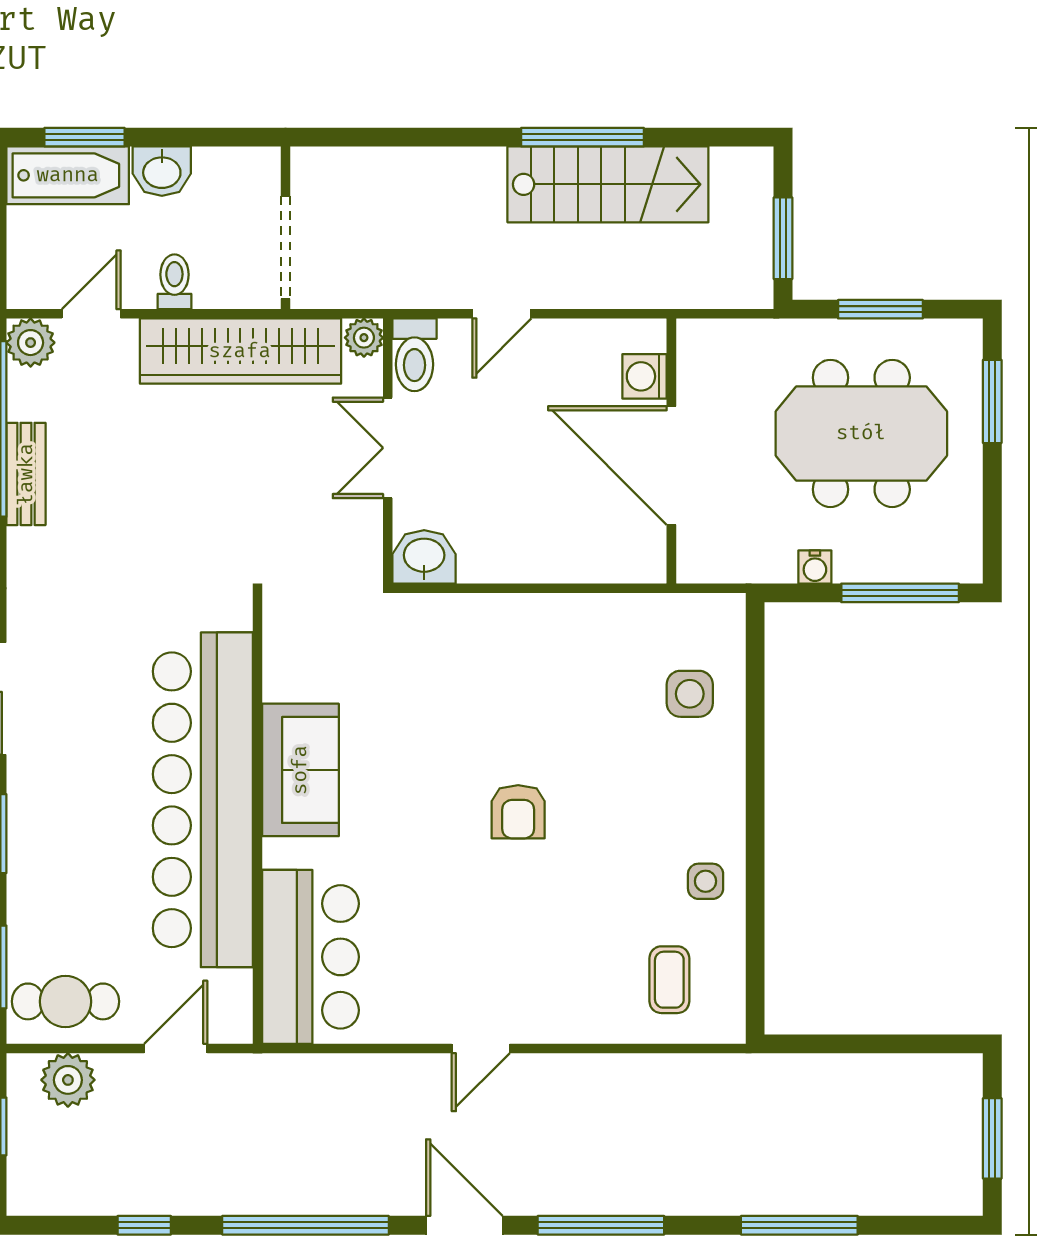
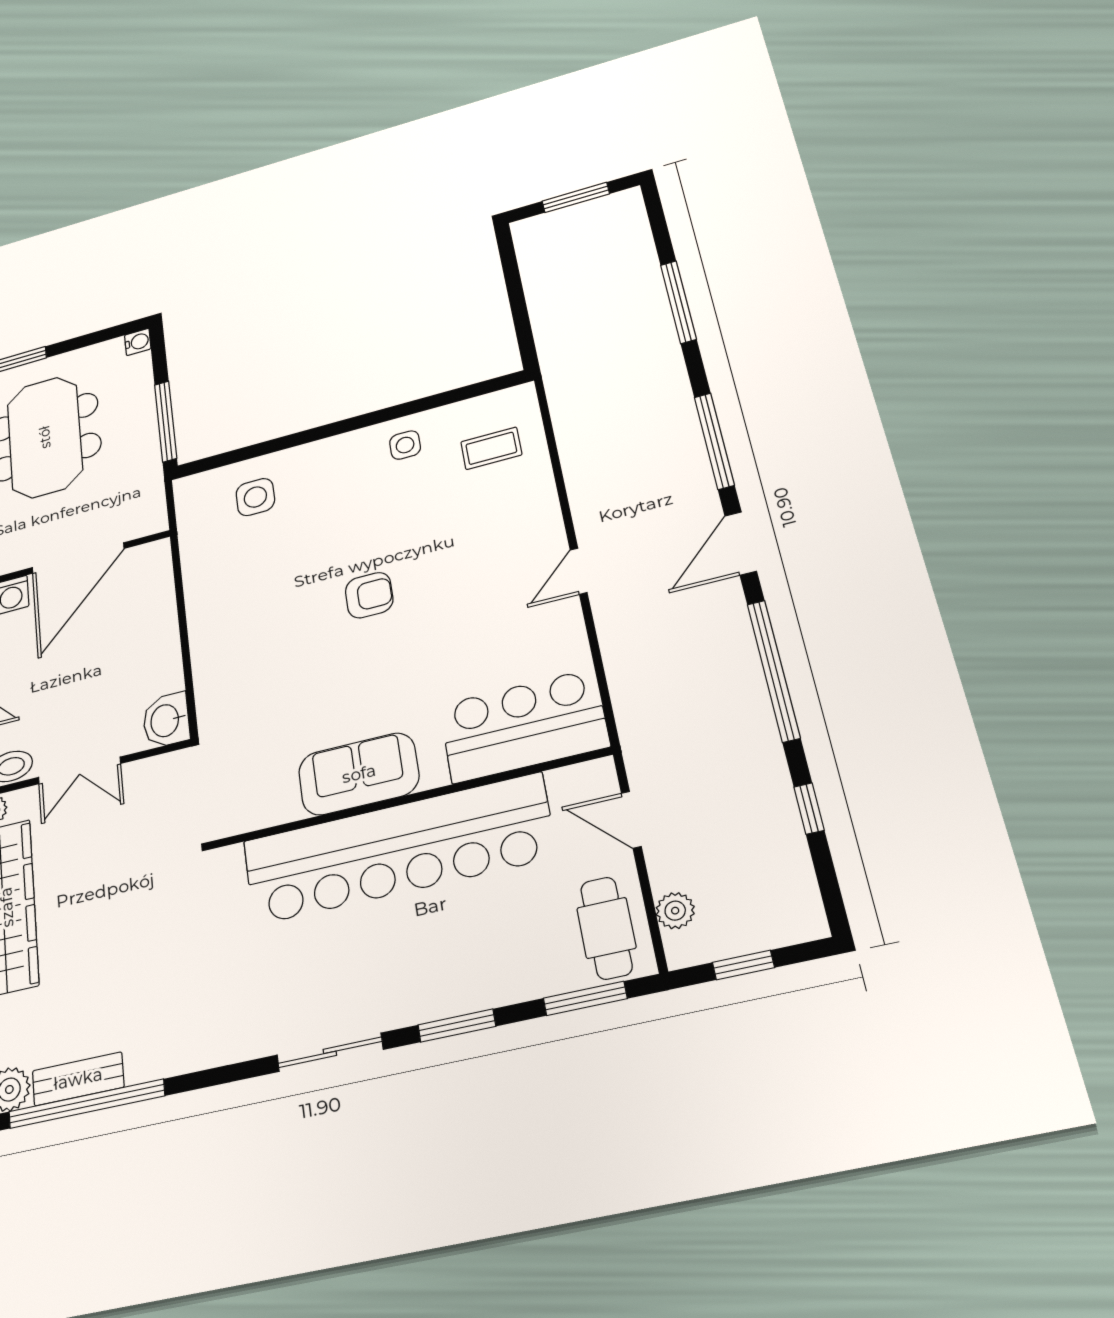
bench: (26, 474) -> (78, 1079), moved
water cooler: (815, 567) -> (138, 342), moved
window: (900, 593) -> (166, 421), moved
door: (481, 1049) -> (579, 571), swing flipped
plant: (68, 1080) -> (675, 911), width x0.73, depth x0.73

